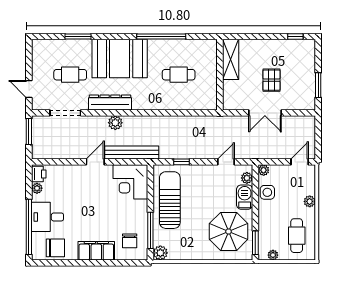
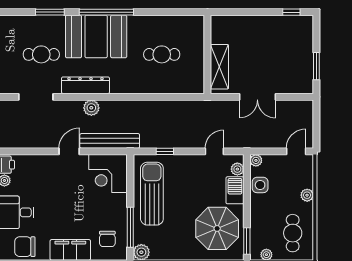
window: (161, 37) -> (106, 12), moved
shelving: (231, 59) -> (219, 67), moved
pallet: (271, 80) -> (265, 60), removed
chair: (55, 248) -> (25, 247), turned 180

